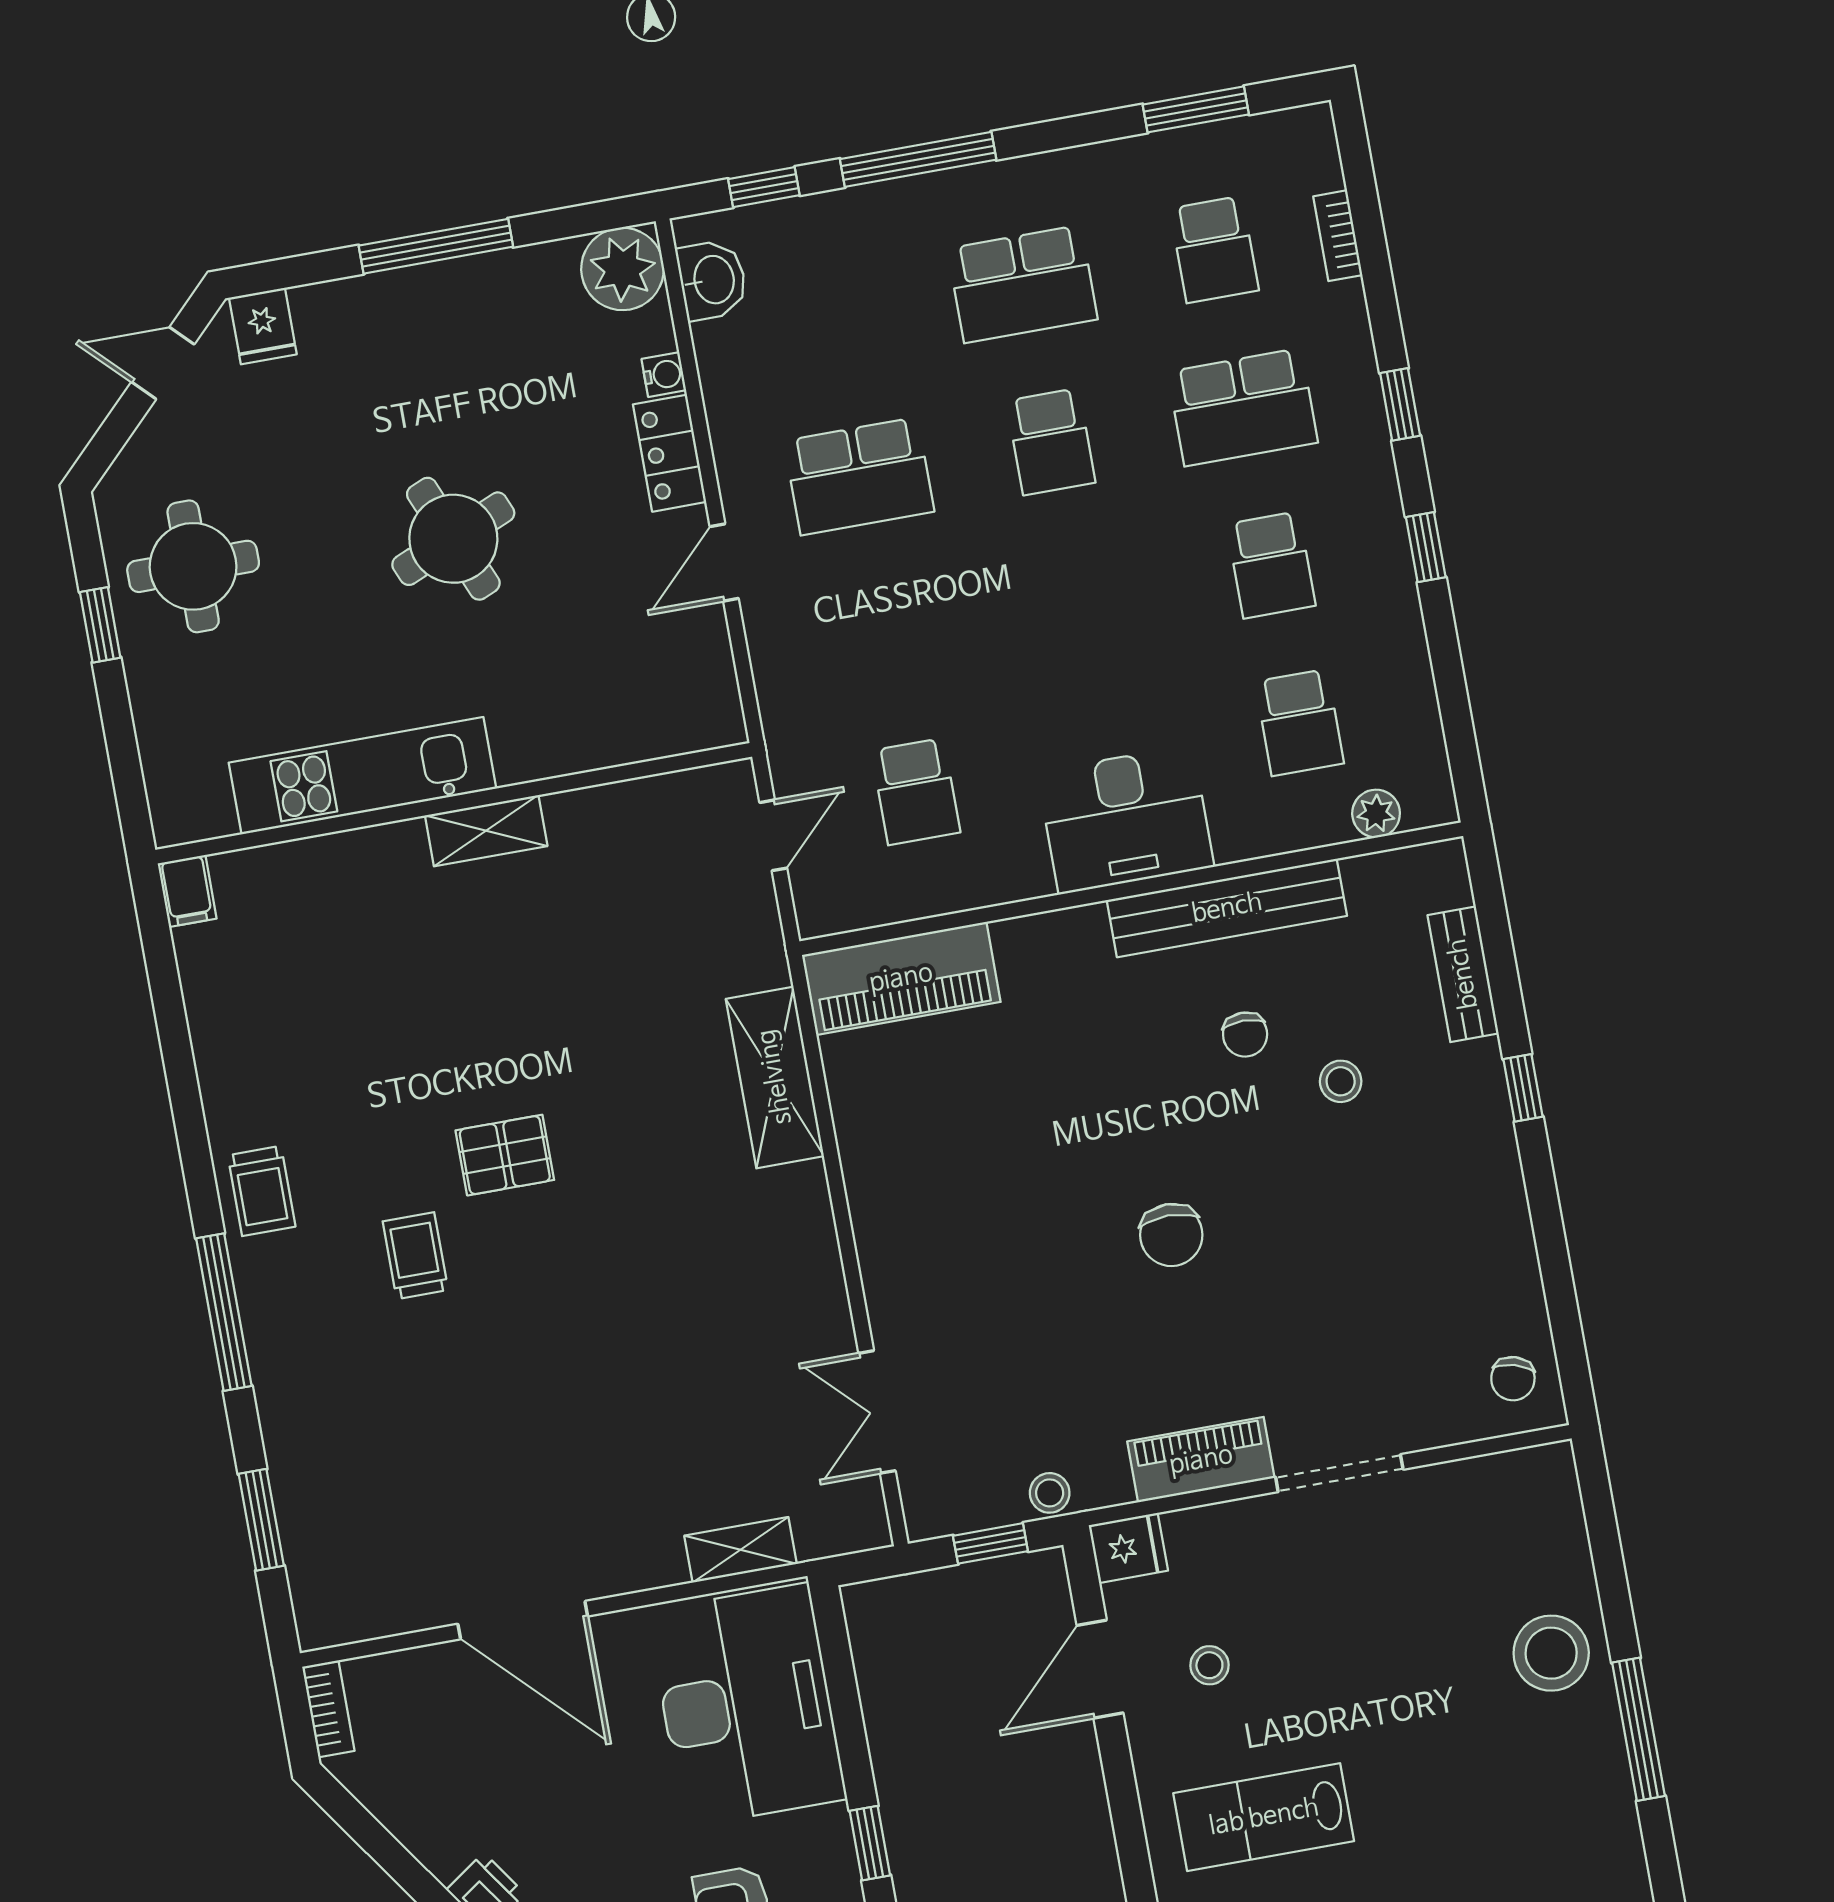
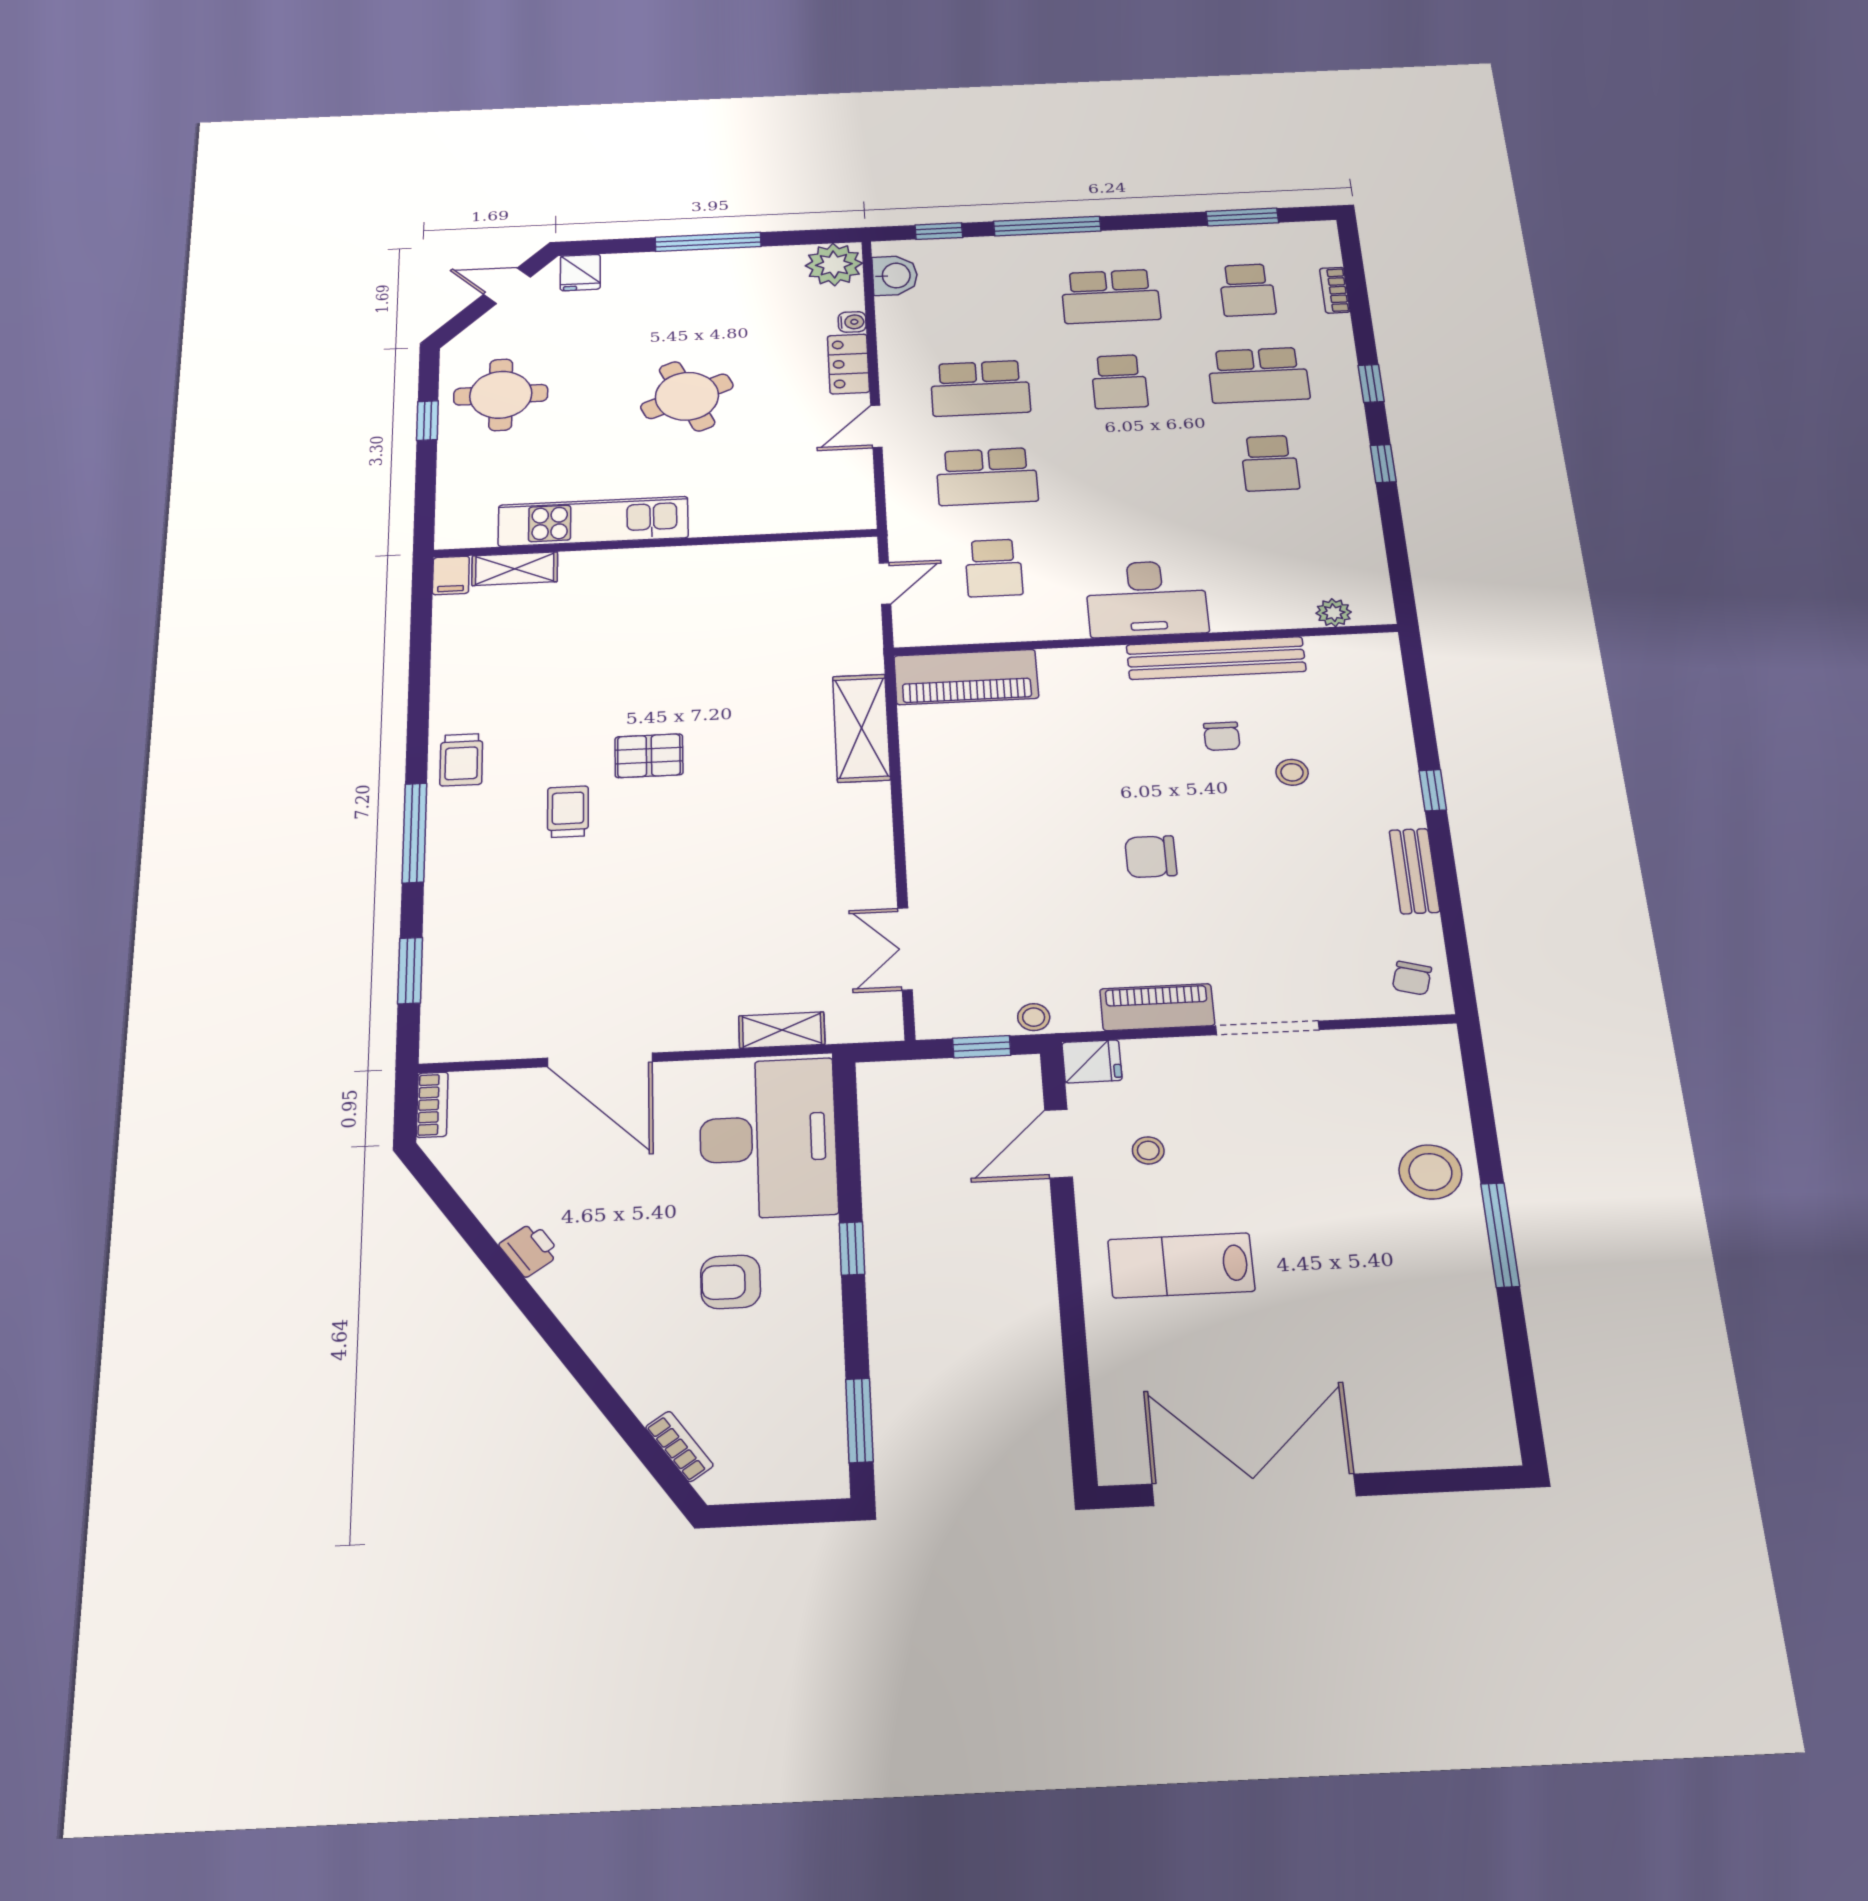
school desk: (1299, 723) -> (987, 477), moved, width x1.85
shelving: (486, 831) -> (515, 569), moved
bench: (1463, 974) -> (1414, 871), moved
chair: (1171, 1235) -> (1151, 857), turned 90

